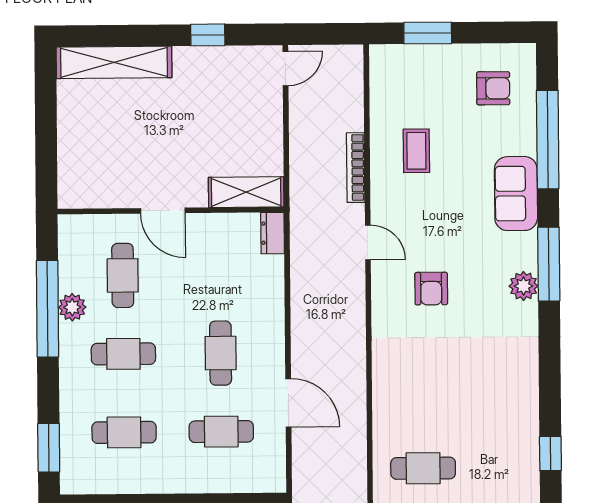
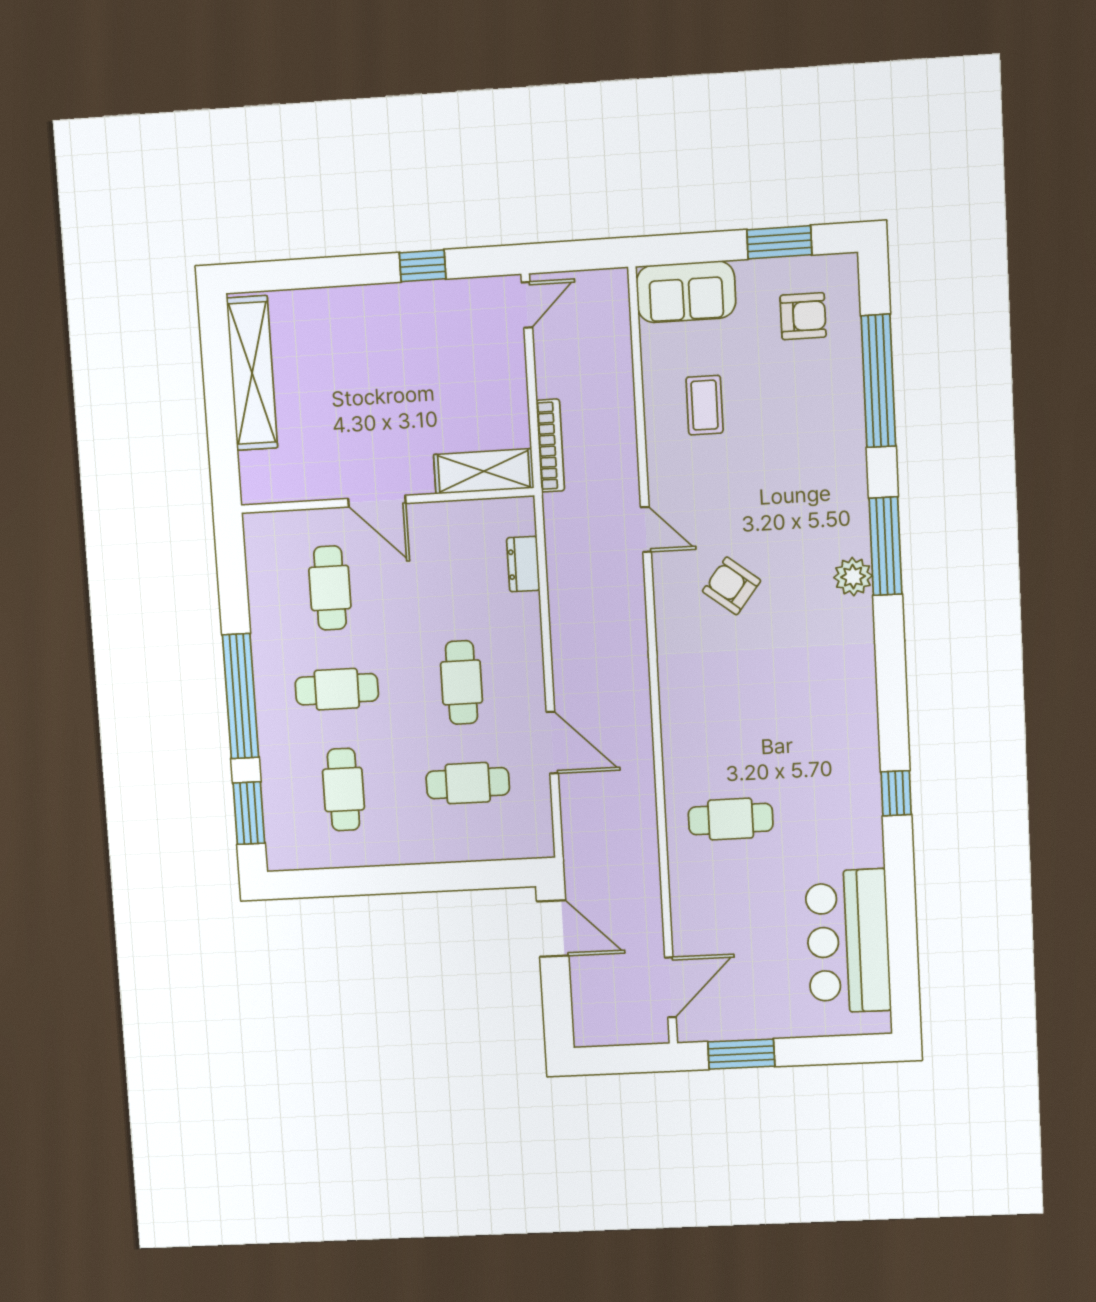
window: (428, 33) -> (779, 242), moved
shelving: (114, 62) -> (252, 373), moved, turned 90
bookcase: (356, 168) -> (550, 446), moved, turned 180
sofa: (516, 194) -> (686, 292), moved, turned -90
dresser: (273, 233) -> (523, 564), moved
armchair: (431, 289) -> (732, 586), turned 128
plant: (72, 307) -> (268, 632), removed
window: (48, 309) -> (241, 696), moved
cafe table: (124, 432) -> (343, 790), turned 90

